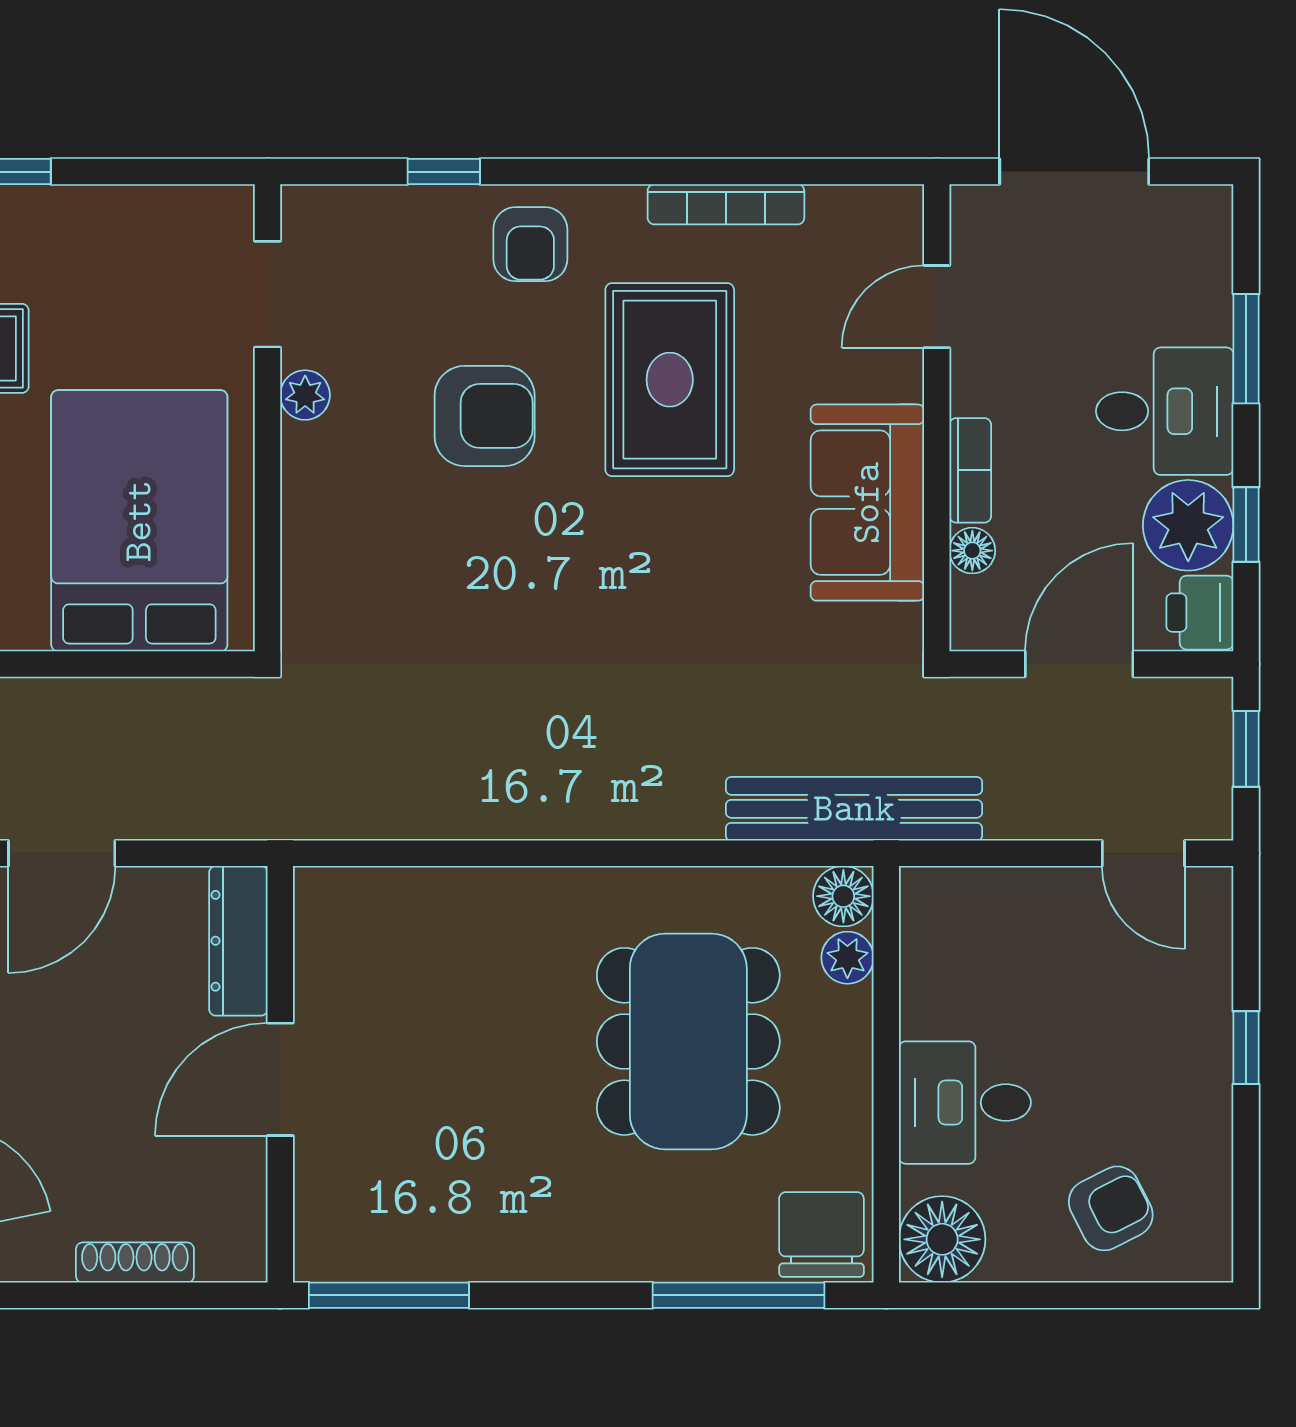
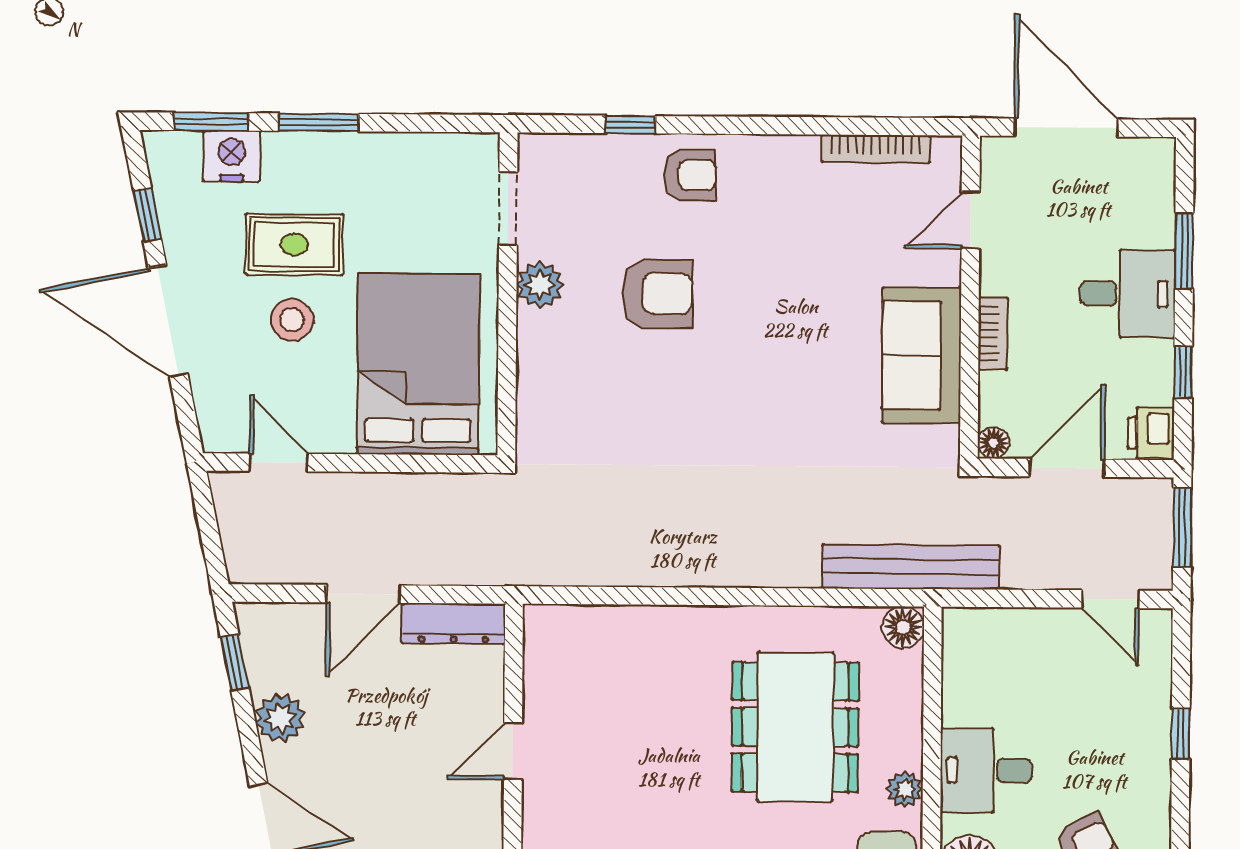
bookcase: (726, 204) -> (876, 149), moved
armchair: (530, 244) -> (690, 175), turned -90
rug: (670, 380) -> (786, 269), removed
plant: (305, 395) -> (540, 285), width x1.38, depth x1.38
plant: (1188, 525) -> (1143, 373), removed
floor lamp: (972, 551) -> (993, 443), moved
window: (1246, 749) -> (1182, 527), width x1.50
dresser: (238, 941) -> (453, 624), moved, turned -90
plant: (847, 958) -> (905, 789), moved
door: (280, 1079) -> (513, 751), width x0.73

